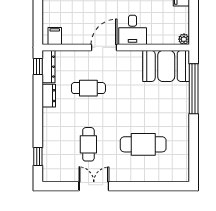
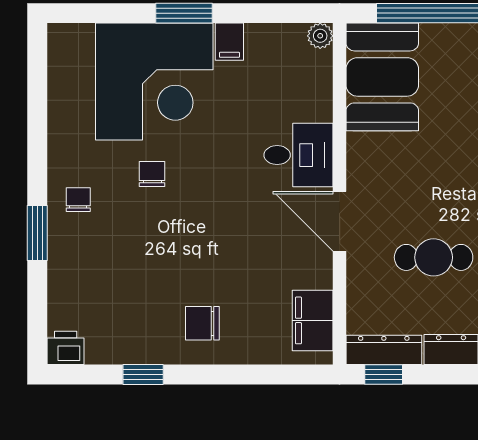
filing cabinet: (55, 36) -> (313, 320), width x2.00
cafe table: (88, 88) -> (434, 257), turned 90

